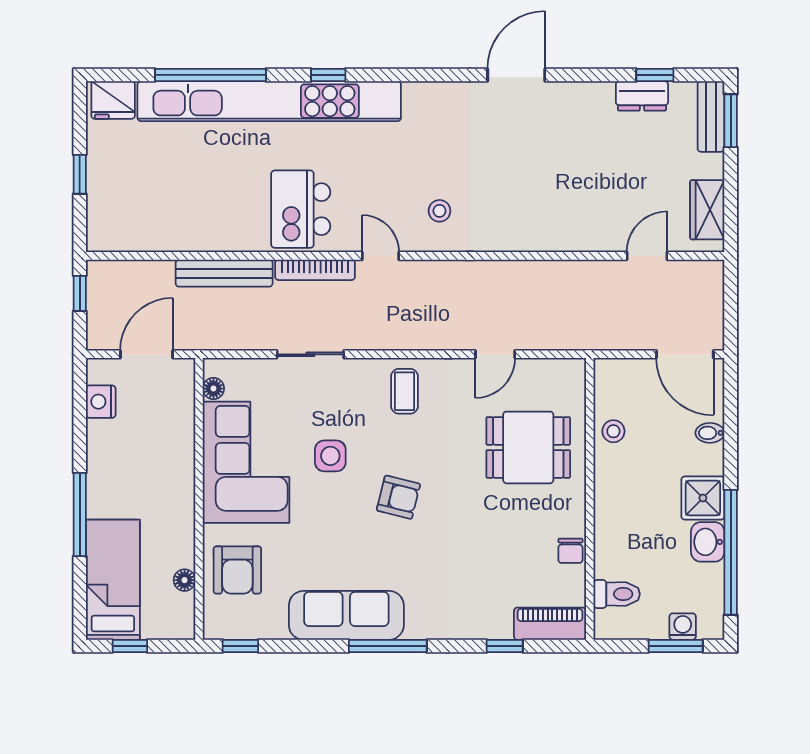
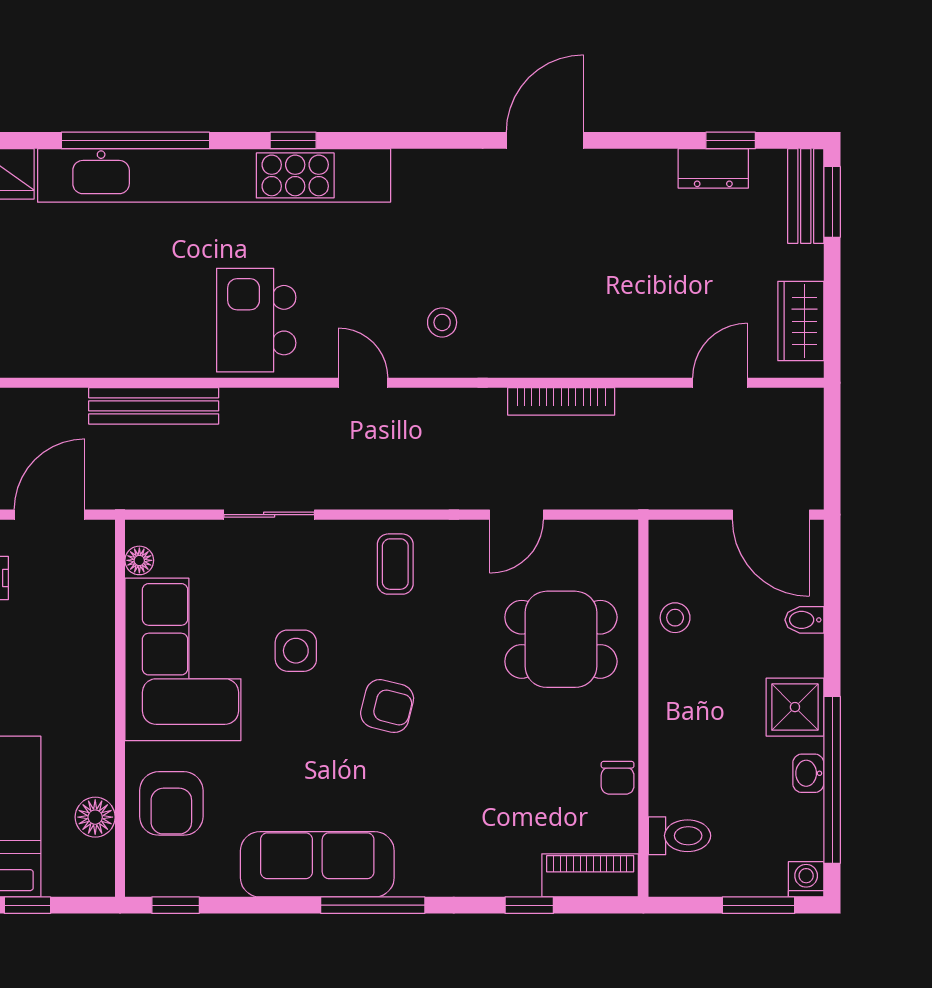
bookcase: (315, 270) -> (561, 401), moved
washbasin: (708, 542) -> (808, 773), width x0.72, depth x0.69
floor lamp: (185, 580) -> (95, 817), width x1.37, depth x1.37
washing machine: (683, 627) -> (806, 879), moved

